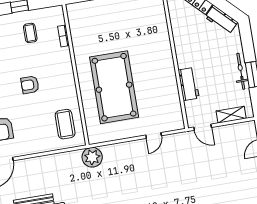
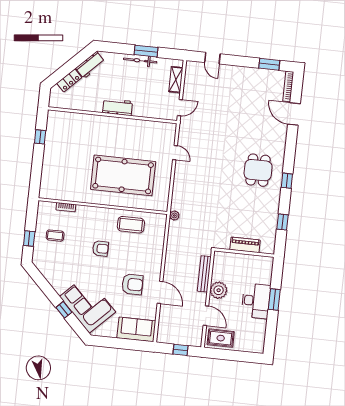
workbench: (189, 84) -> (118, 107), moved
armchair: (30, 85) -> (100, 249), turned -90
coffee table: (65, 124) -> (131, 225), moved
plant: (92, 157) -> (174, 215), width x0.53, depth x0.53

